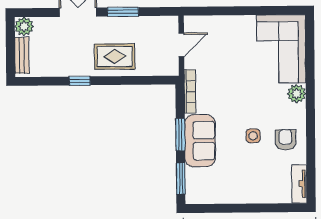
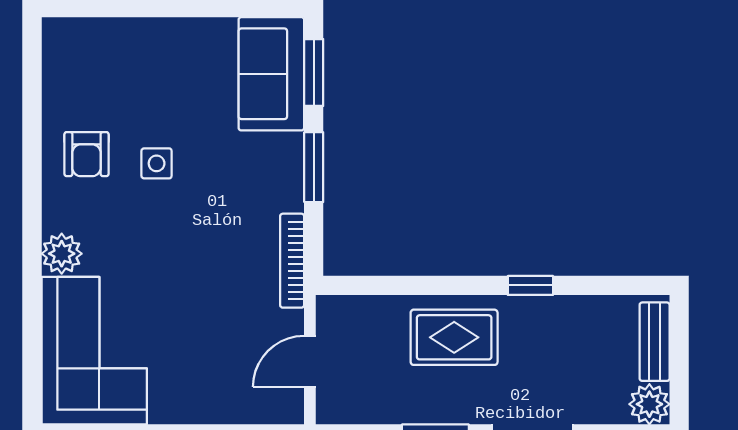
sofa: (200, 141) -> (271, 74), moved
tv unit: (299, 184) -> (57, 59), removed

